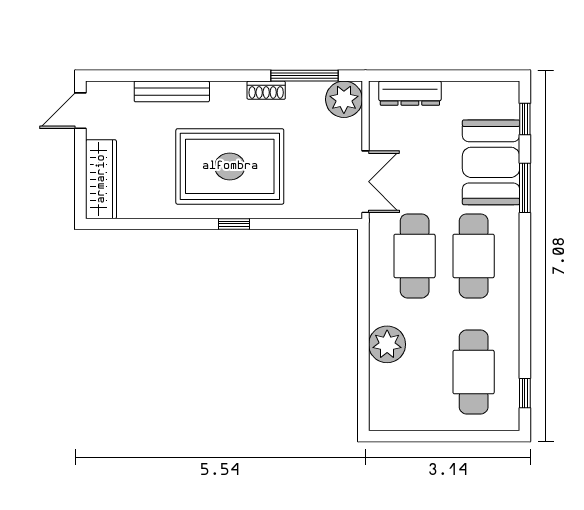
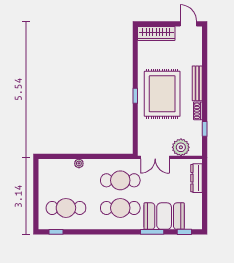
window: (305, 76) -> (205, 129), width x0.46
bench: (172, 91) -> (197, 83), moved
plant: (344, 99) -> (181, 147), moved
plant: (387, 344) -> (79, 163), width x0.53, depth x0.53

